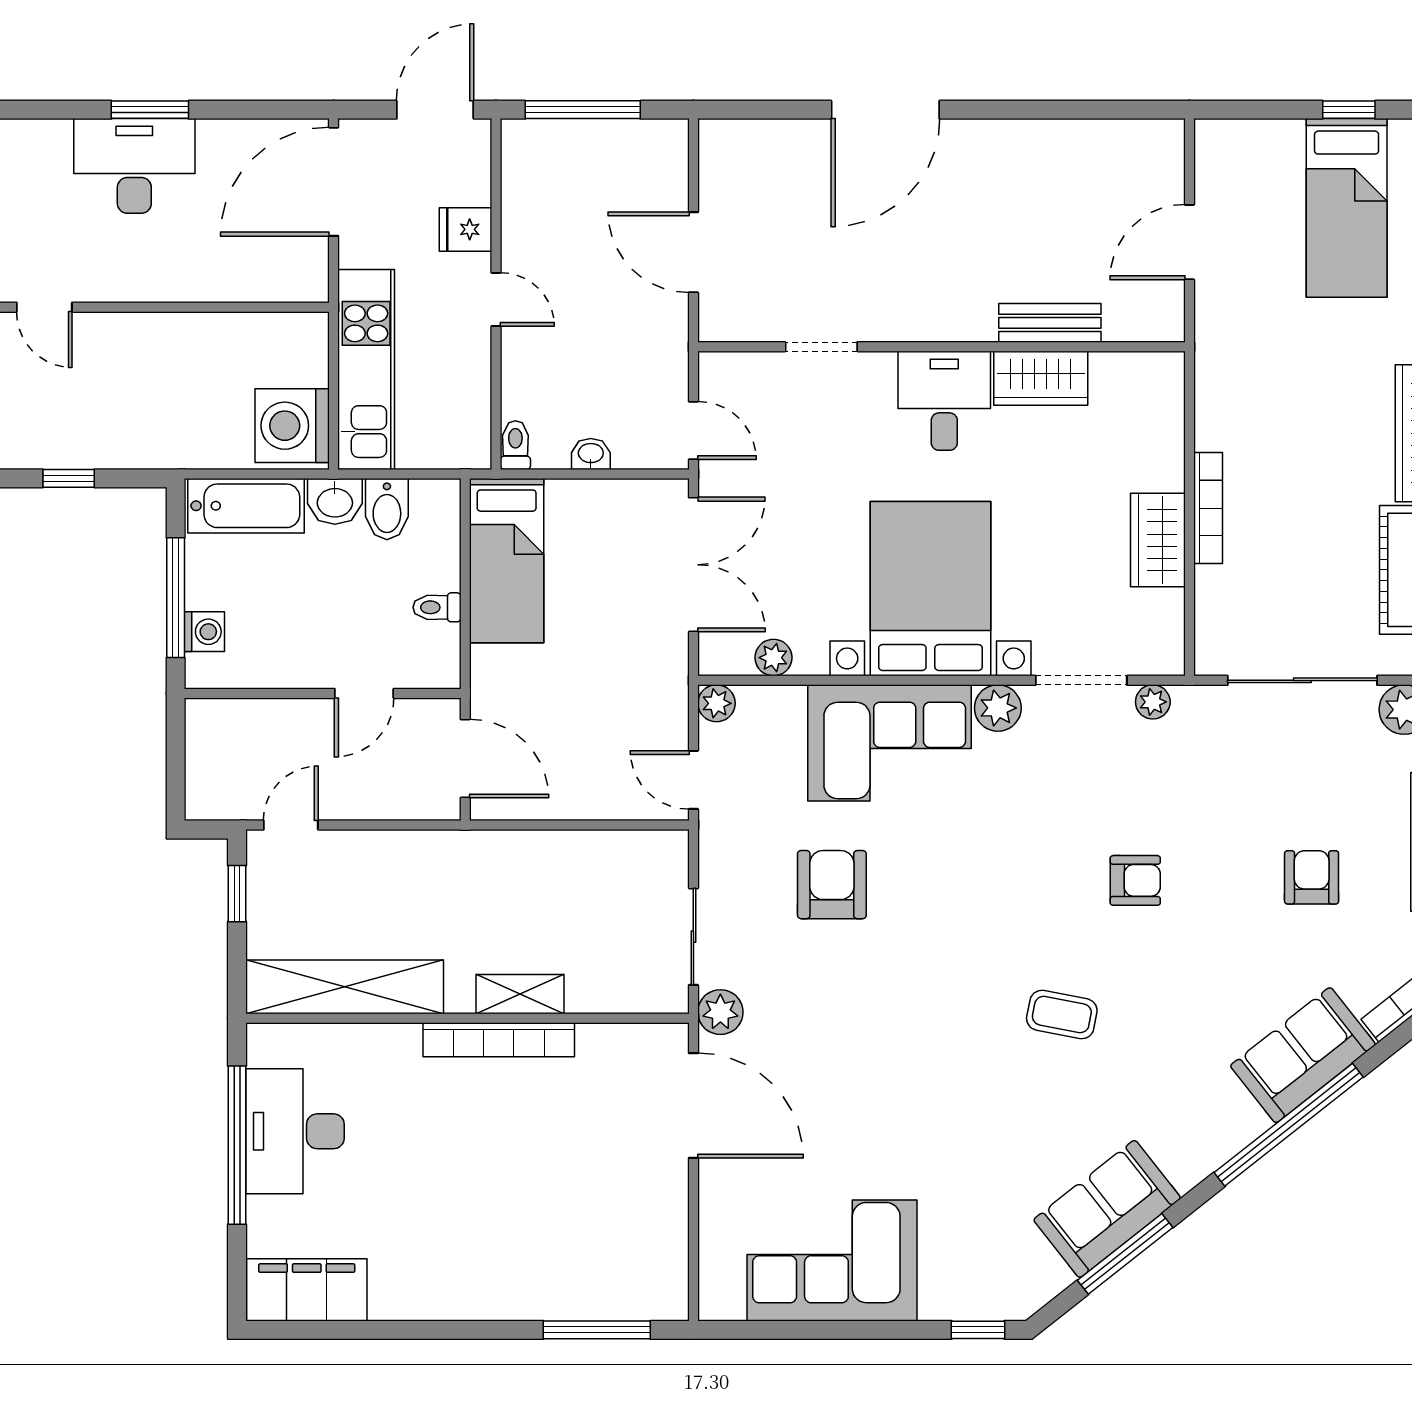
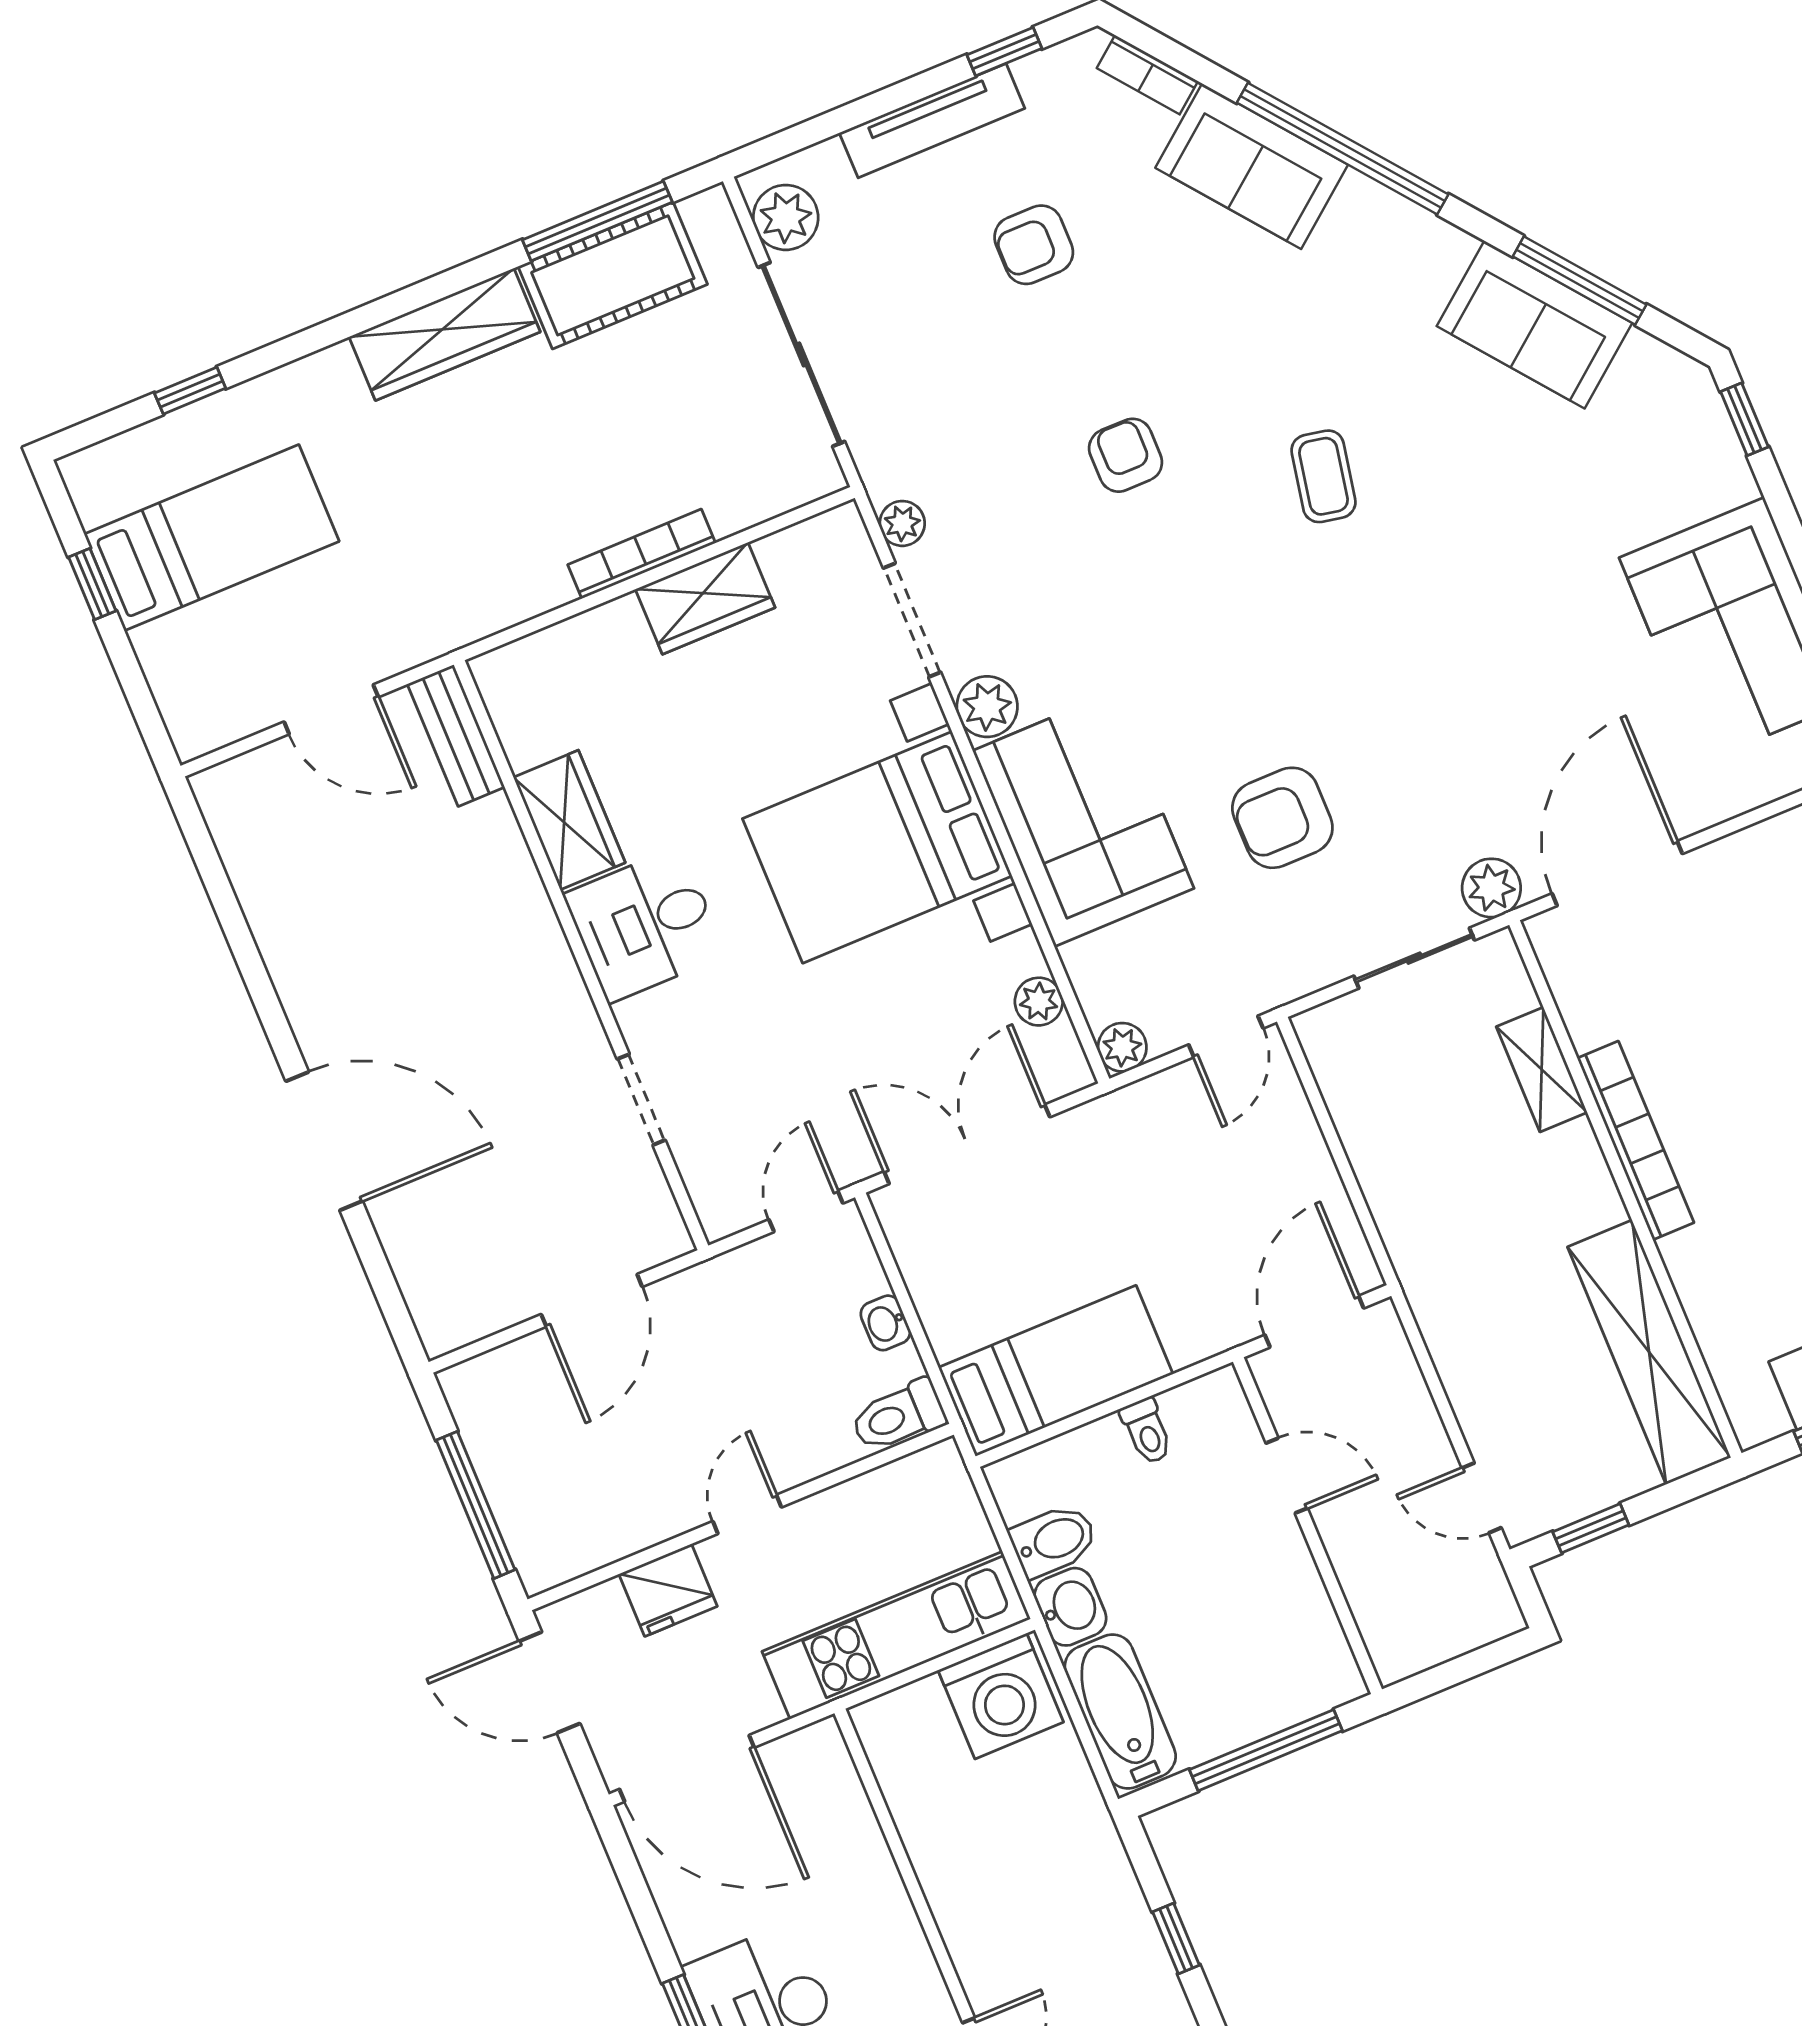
fridge: (465, 229) -> (668, 1590), width x1.38
bench: (1050, 323) -> (456, 736), moved
toilet: (515, 445) -> (898, 1416), width x1.37, depth x1.39
washing machine: (204, 632) -> (1292, 1699), removed
shelving: (520, 994) -> (1542, 1070), moved

